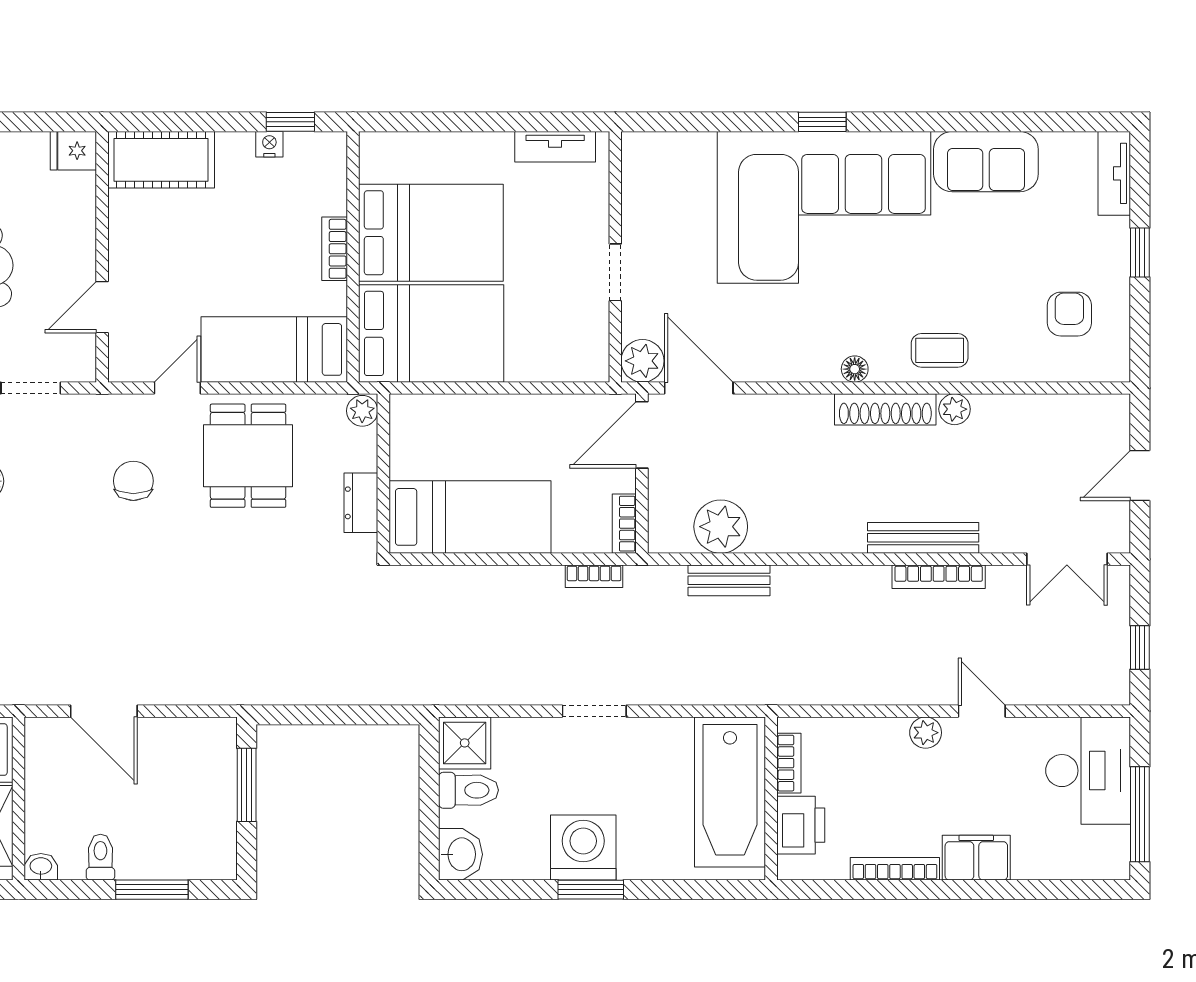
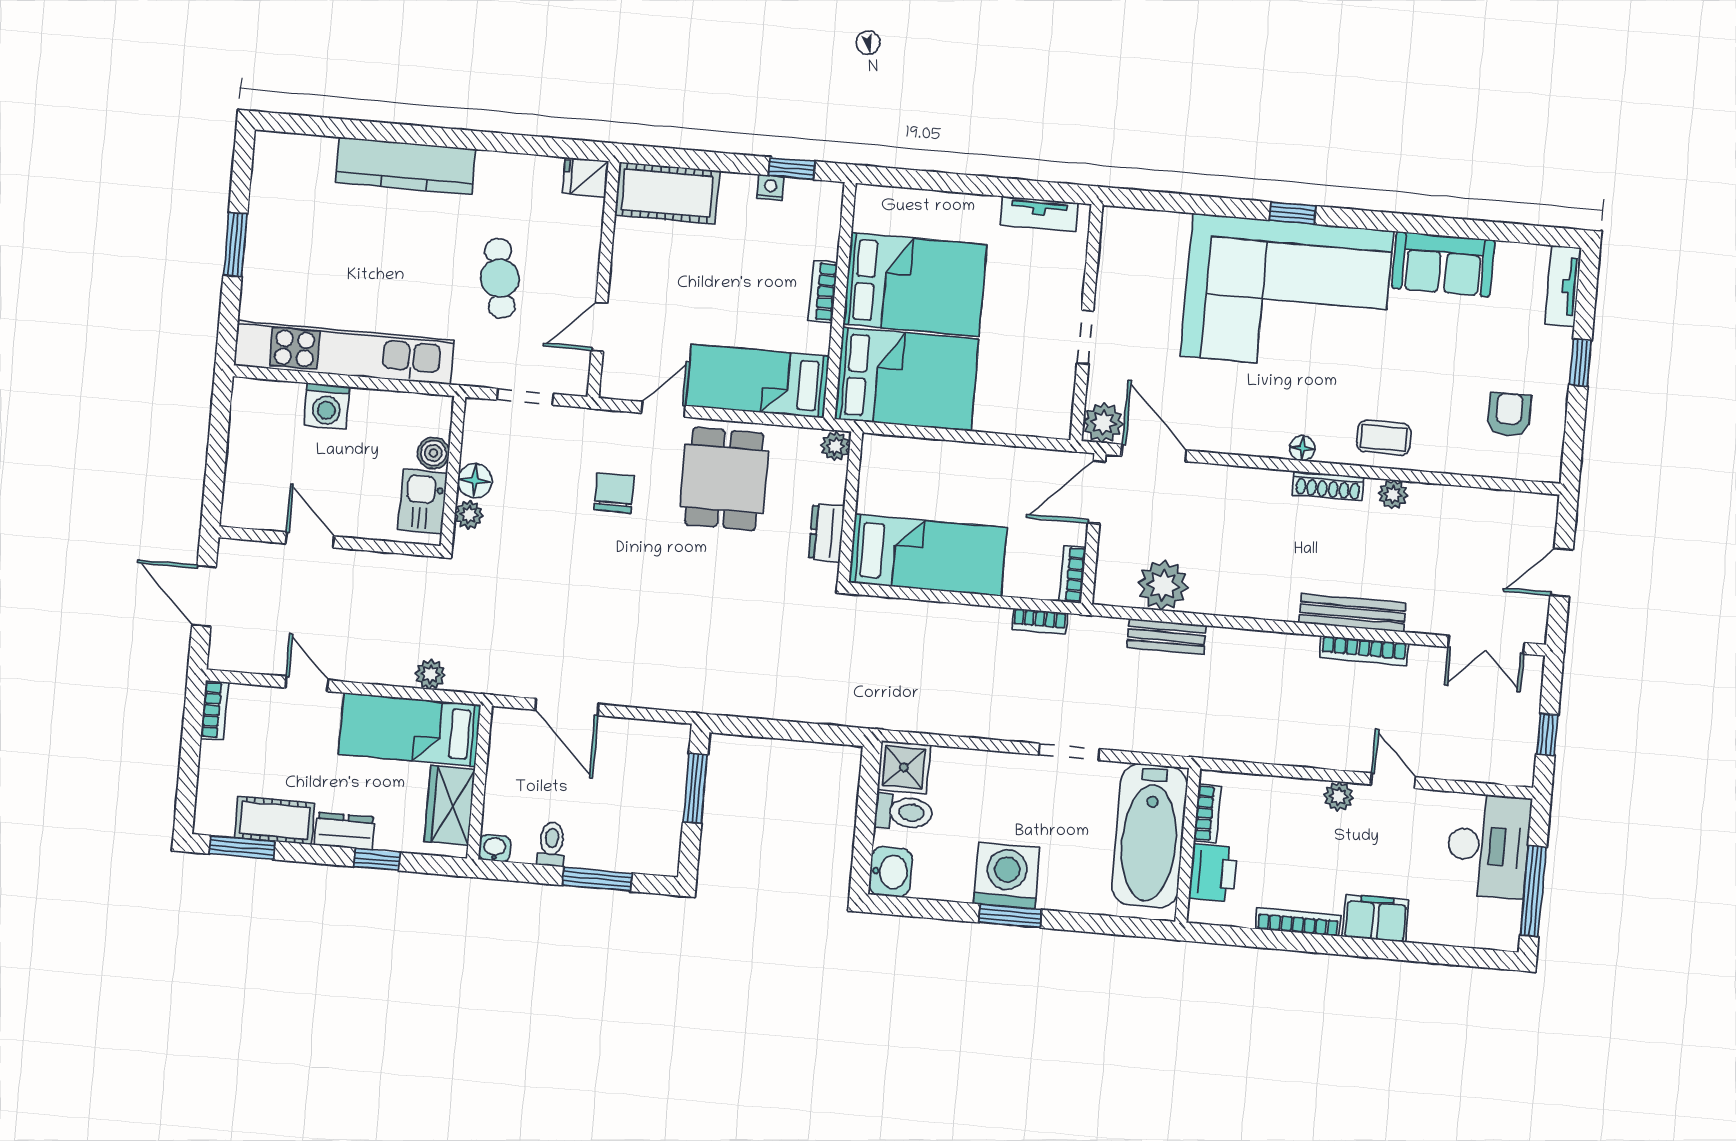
shoe rack: (885, 409) -> (1328, 486), width x0.74, depth x0.81
doorway: (594, 711) -> (1069, 752), moved

